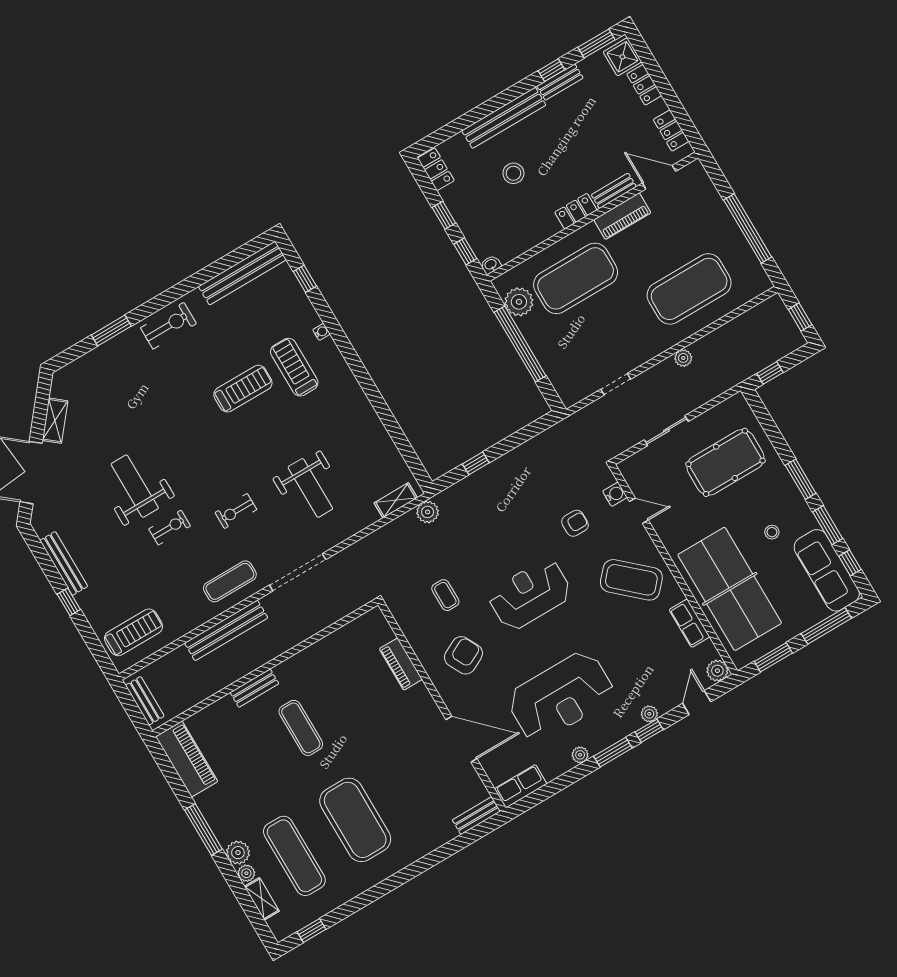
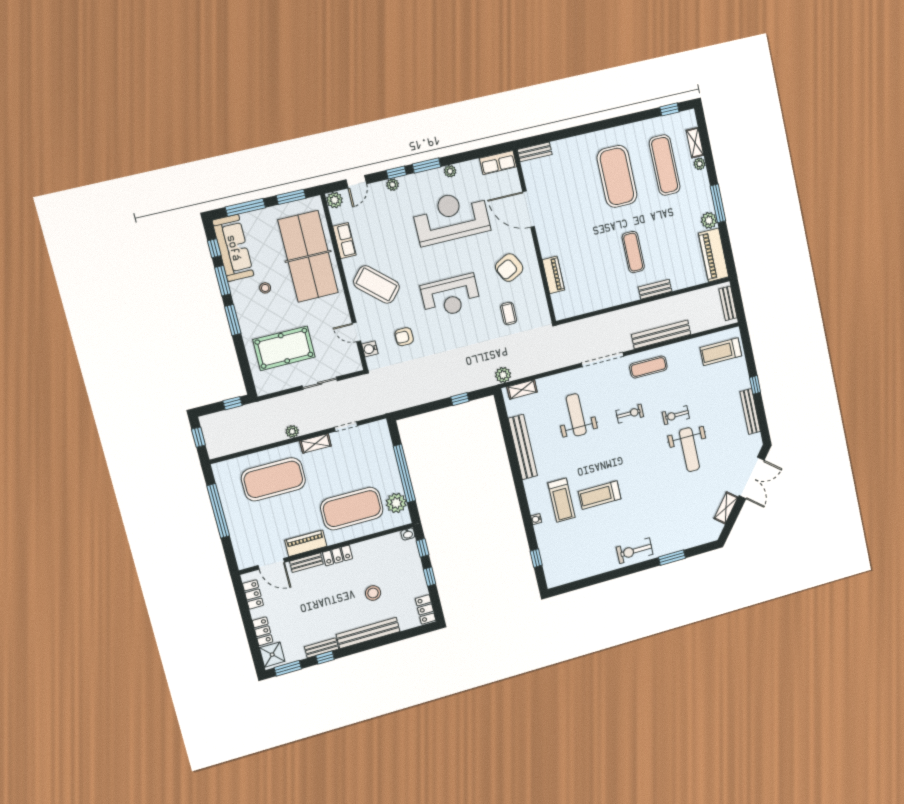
bench: (242, 273) -> (523, 447), moved, turned 90
shelving: (649, 351) -> (315, 443), added
plant: (238, 853) -> (709, 220), moved

